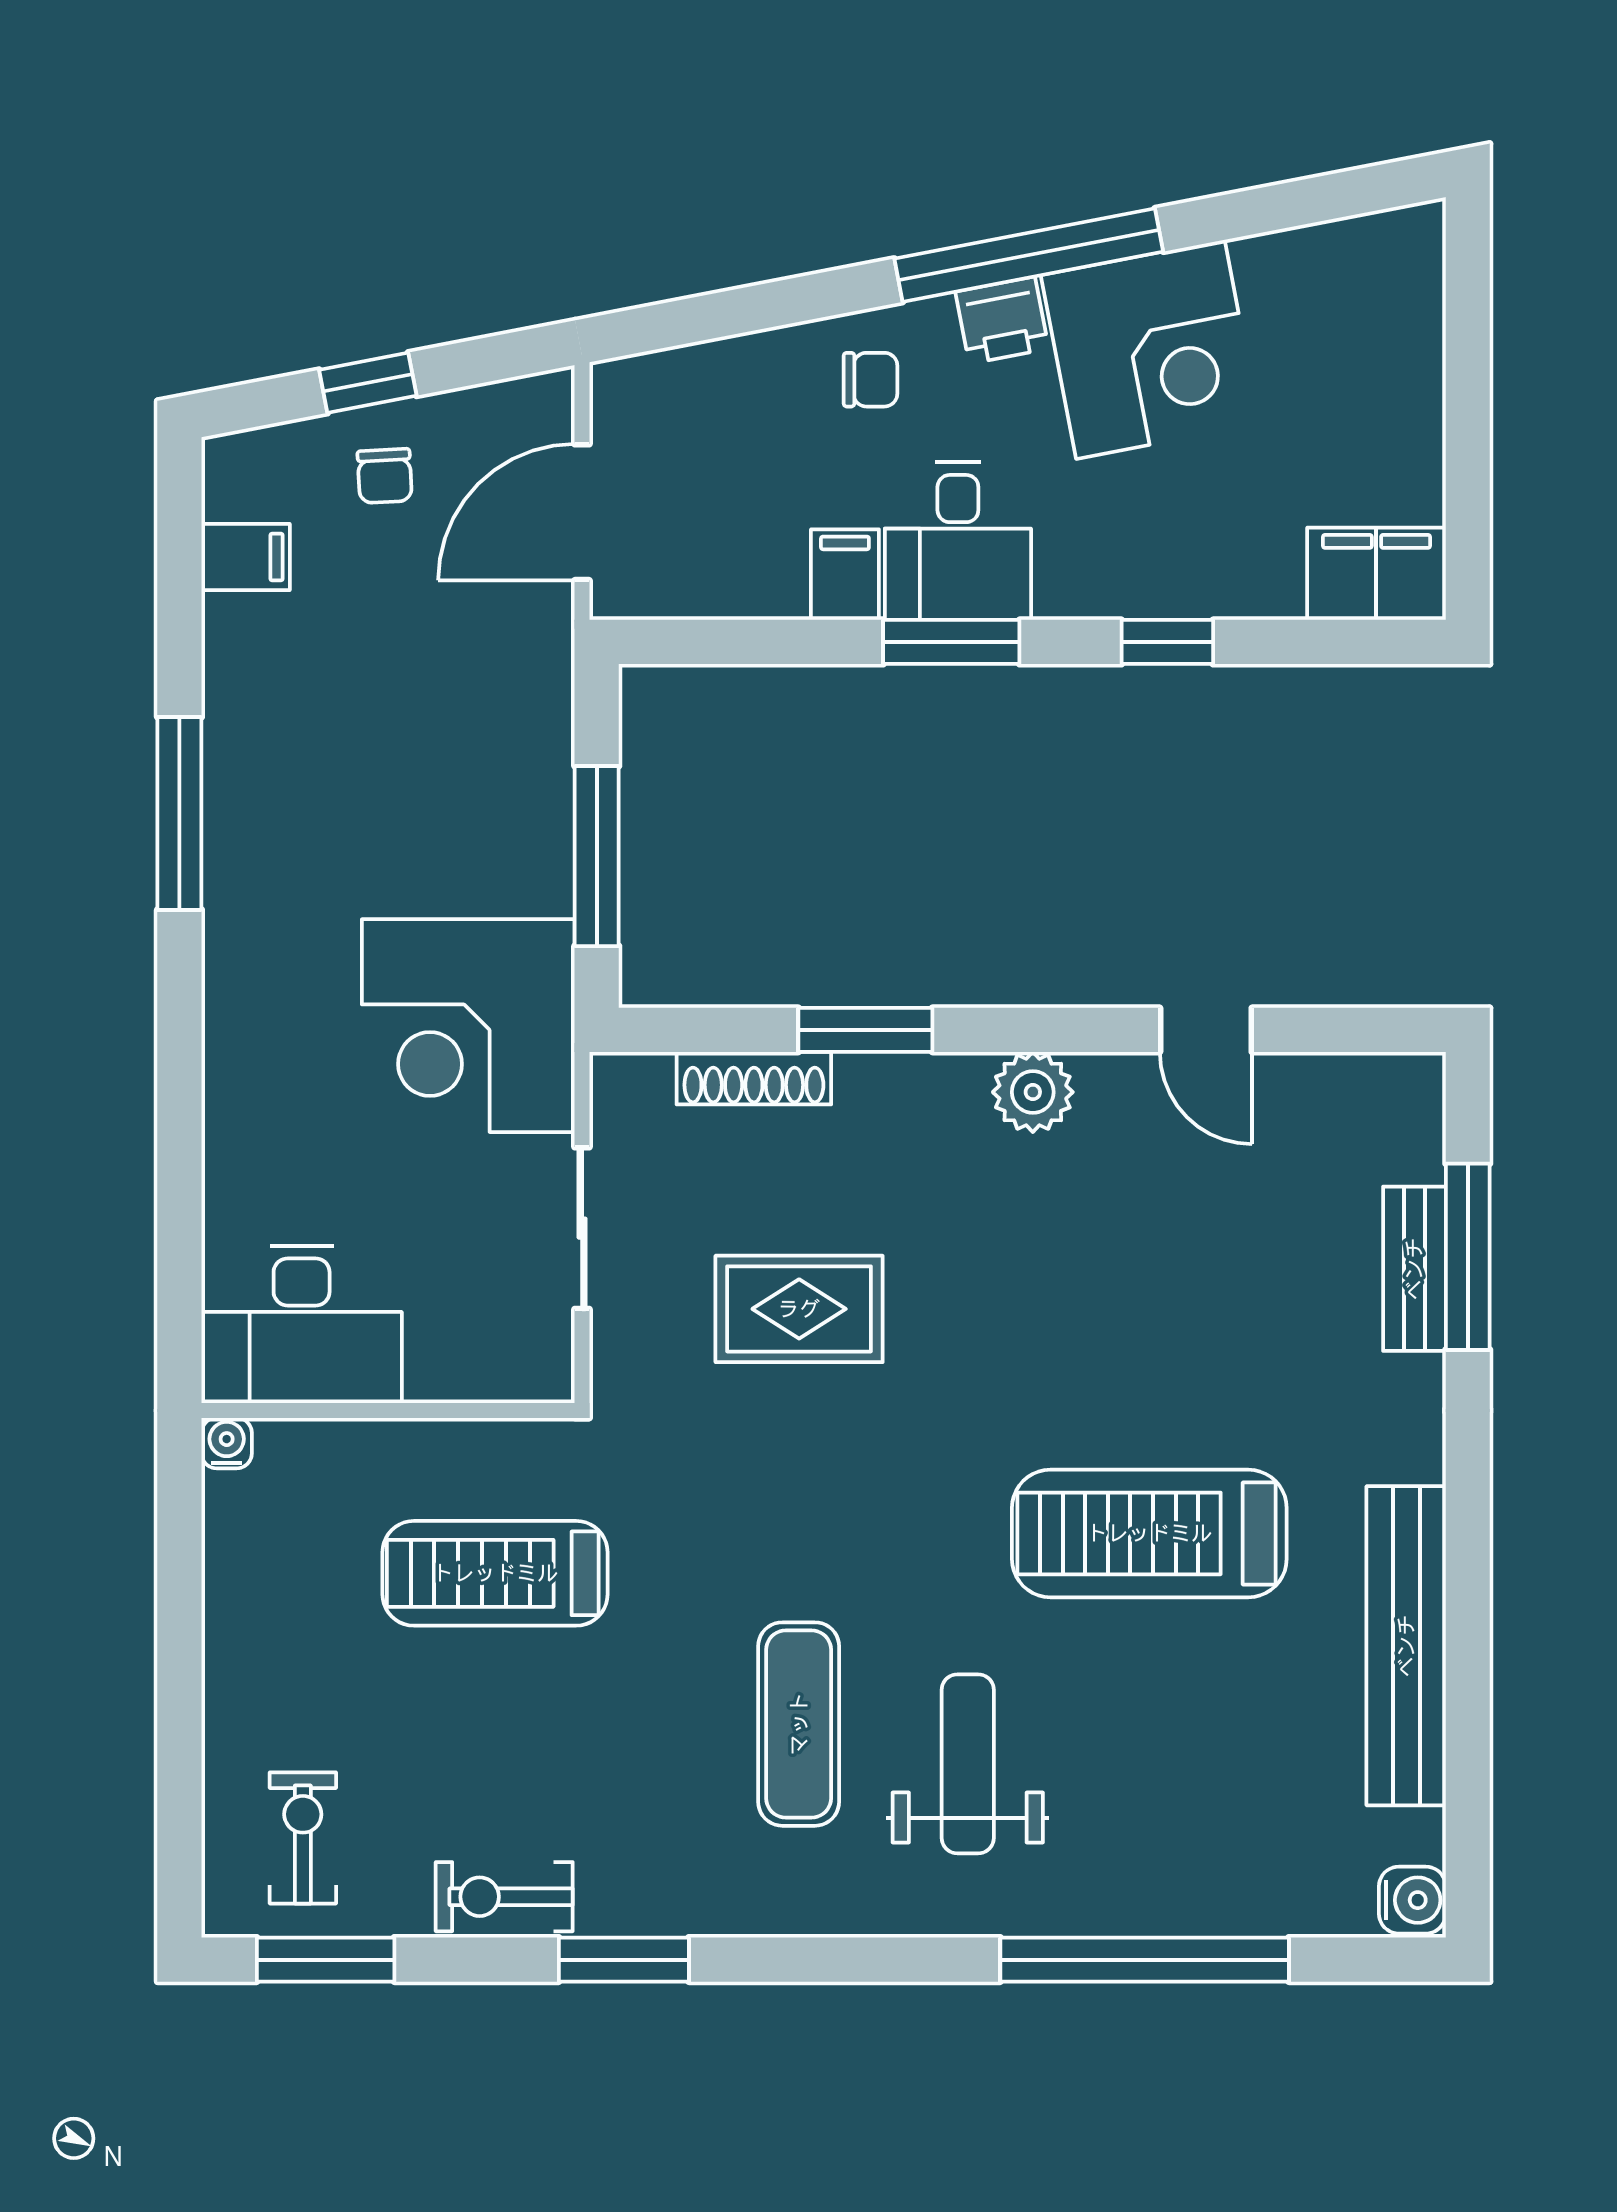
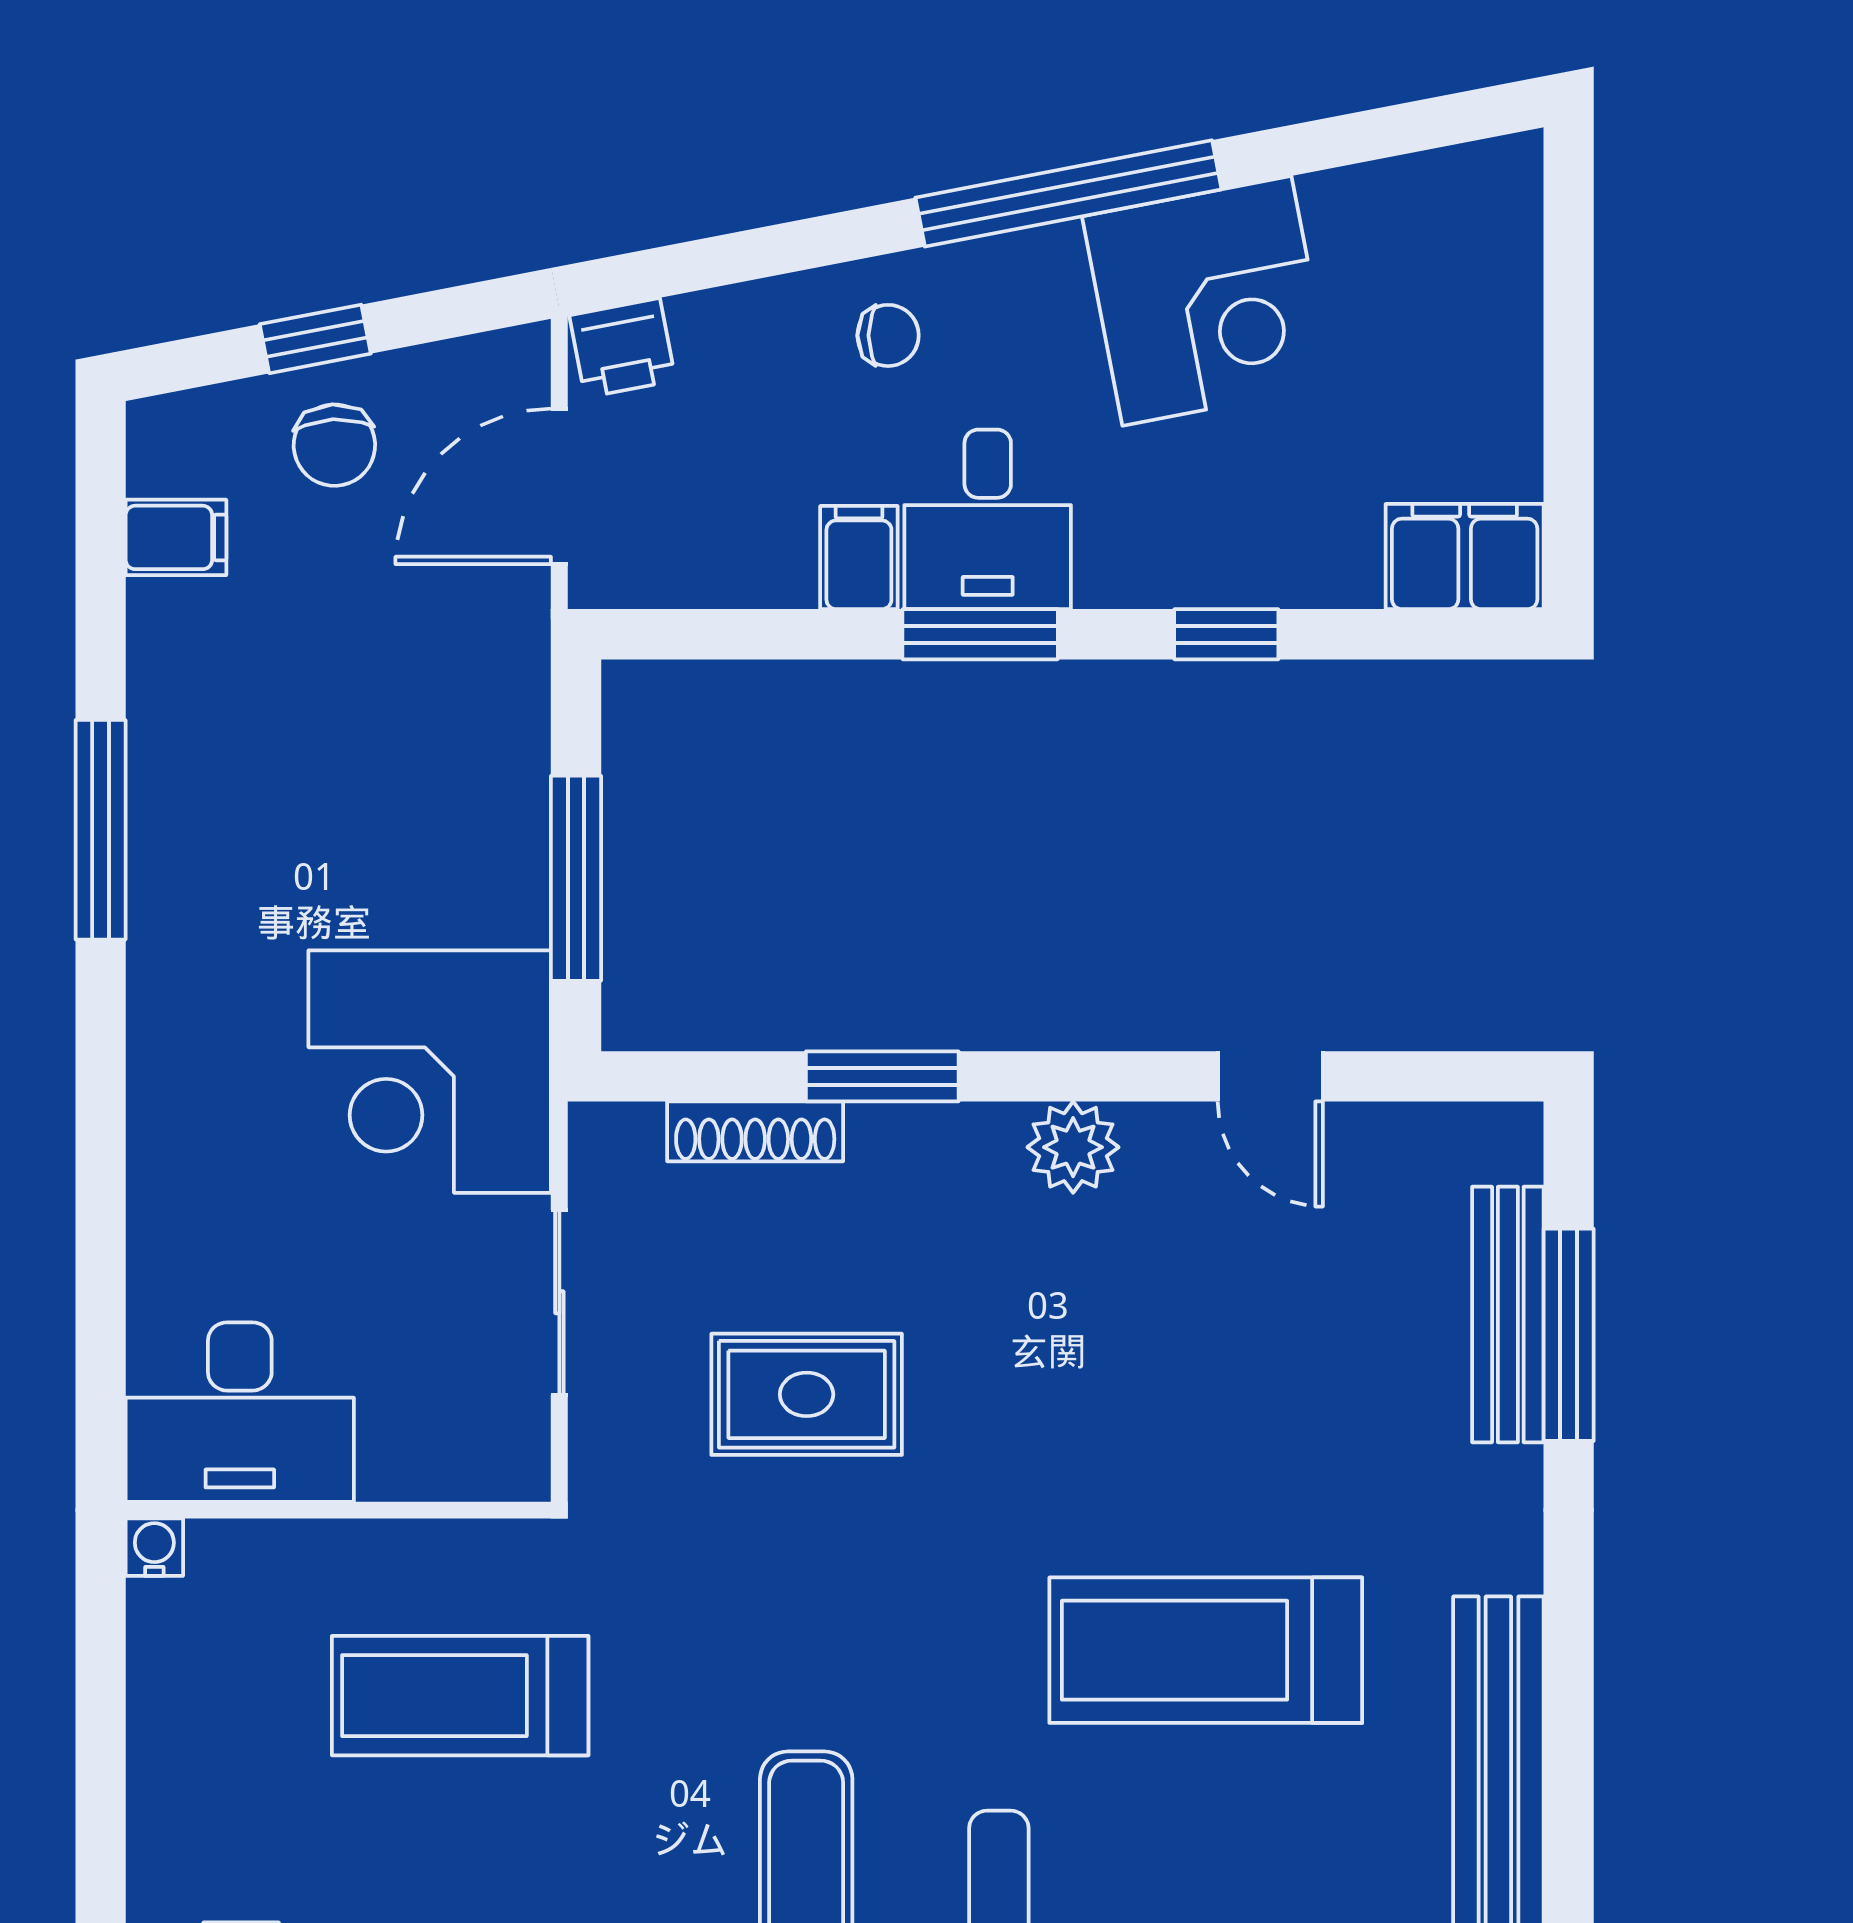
printer: (1002, 320) -> (622, 348), moved
chair: (385, 476) -> (334, 445), width x1.37, depth x1.37
bench: (1414, 1269) -> (1508, 1314), width x1.36

